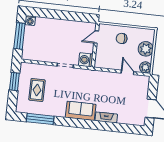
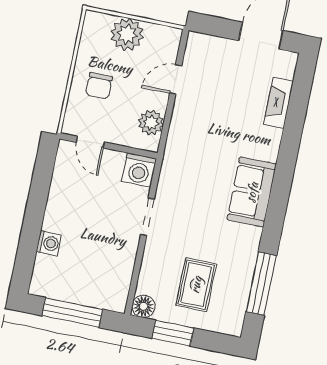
washing machine: (30, 20) -> (49, 243), moved
floor lamp: (25, 67) -> (143, 306), added
plant: (145, 67) -> (151, 123), moved
rug: (37, 90) -> (196, 285), turned 90
fireplace: (106, 117) -> (278, 103), moved

